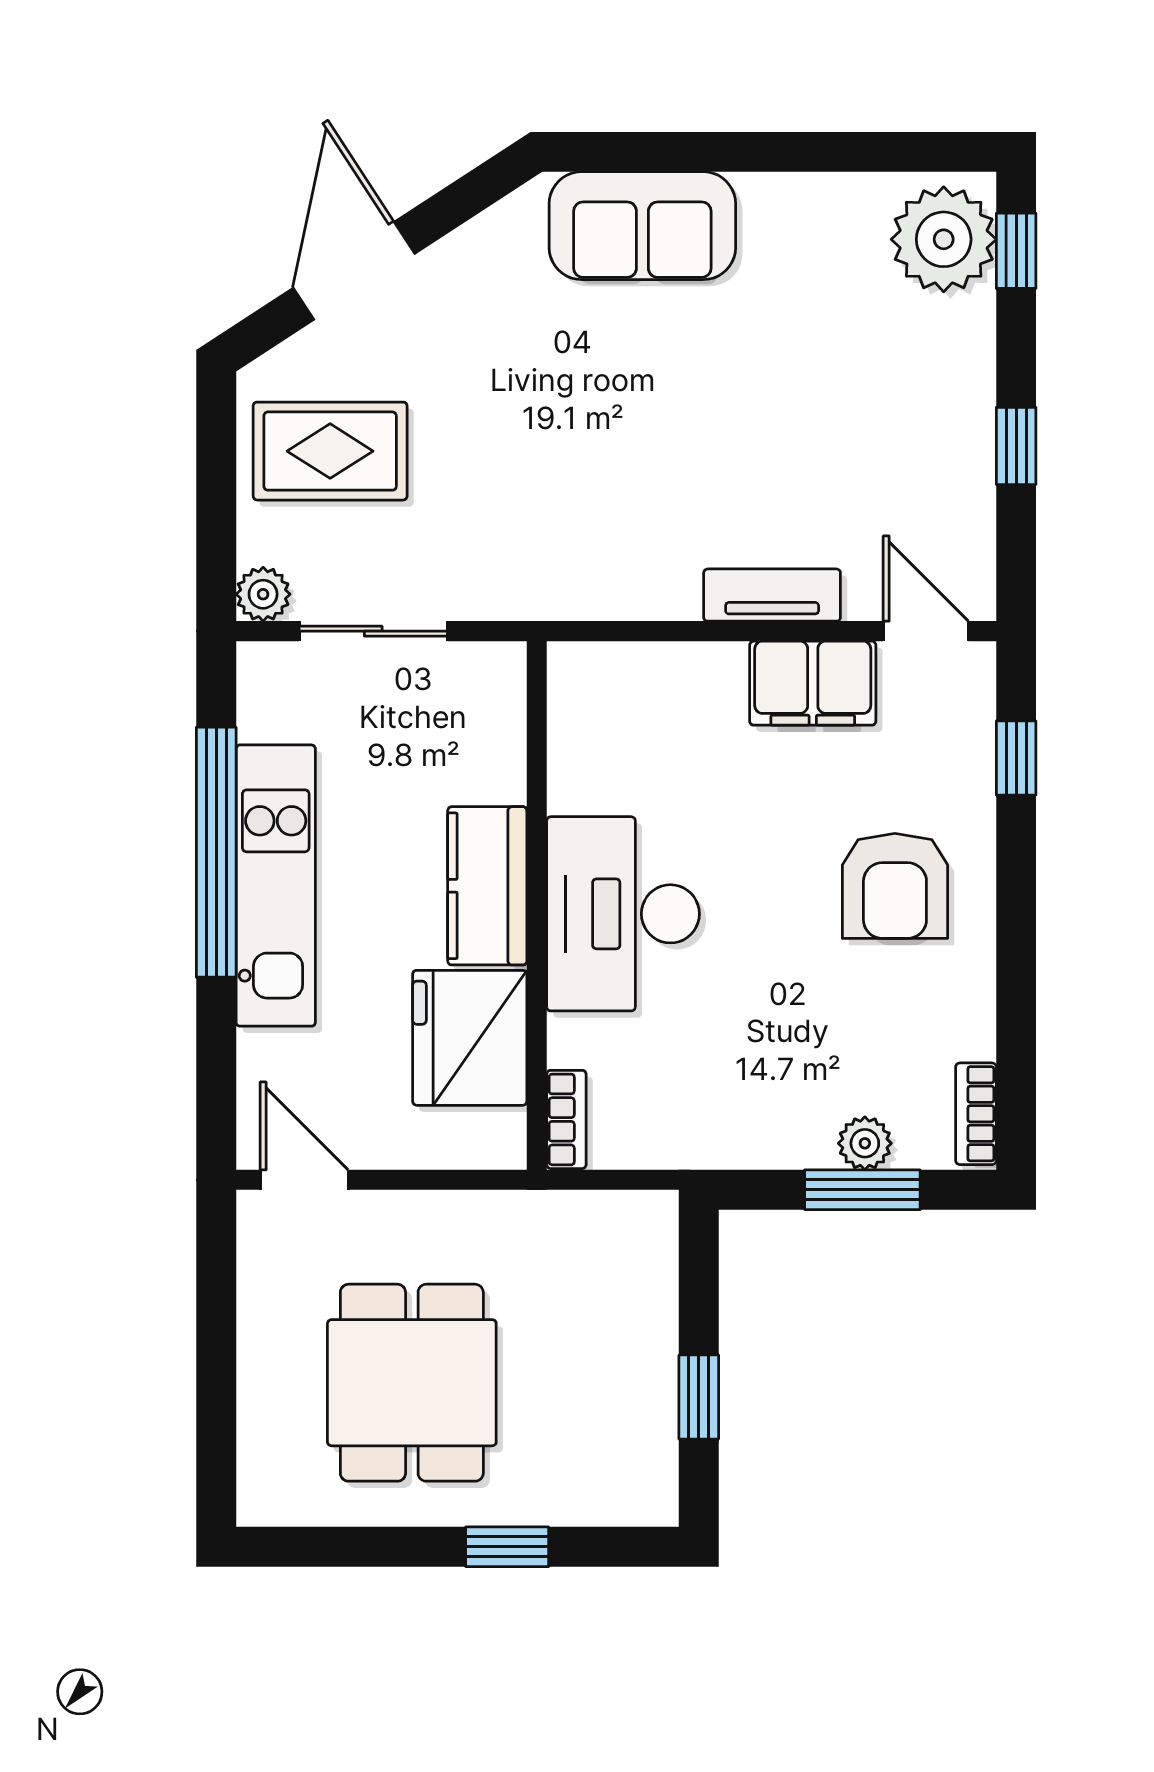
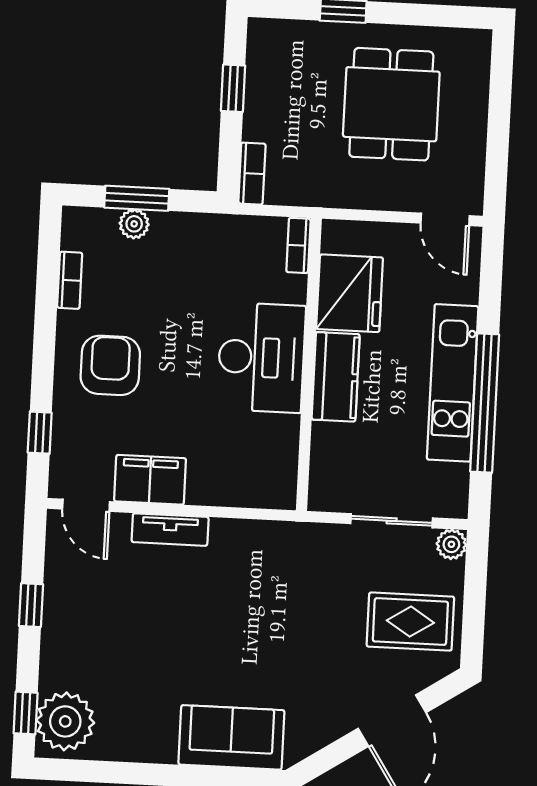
bookcase: (976, 1114) -> (70, 280), moved
bookcase: (657, 1245) -> (252, 174), added

